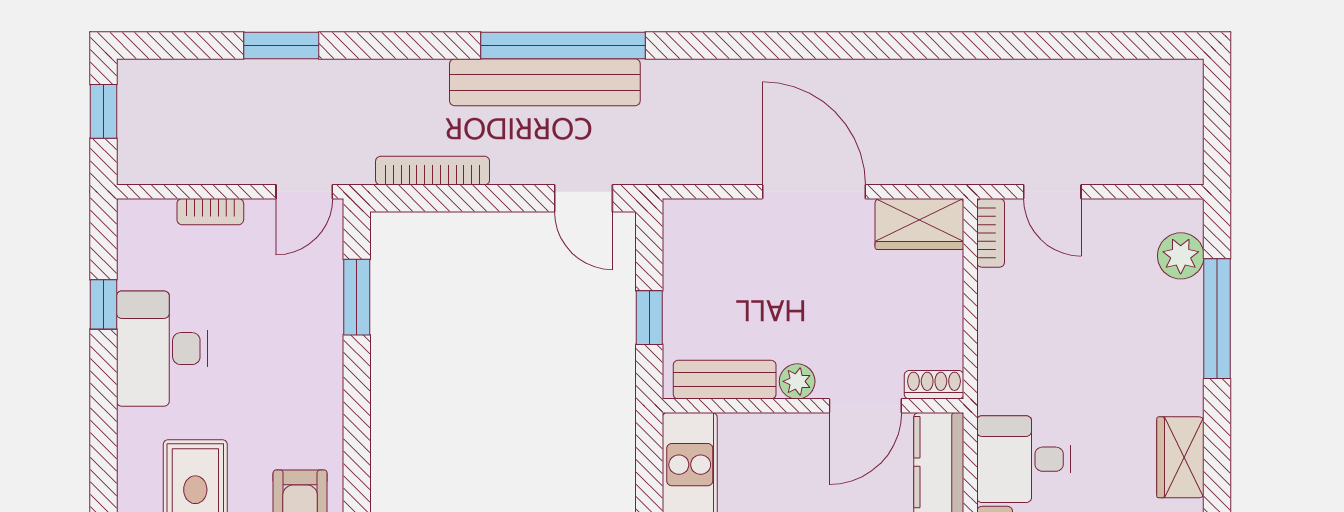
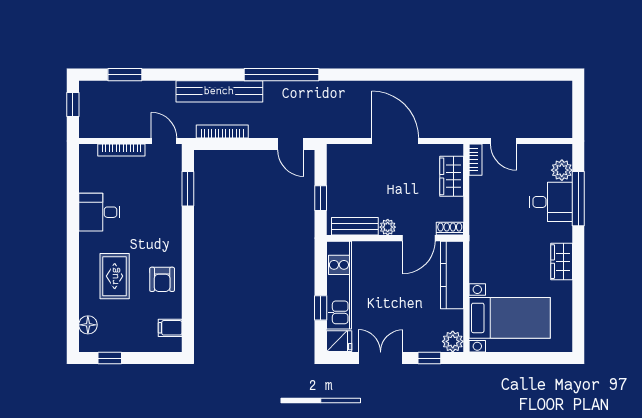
window: (281, 45) -> (125, 75), moved
bench: (545, 82) -> (219, 91), moved
door: (304, 192) -> (164, 141), swing flipped
bookcase: (210, 212) -> (121, 150), width x1.56
wardrobe: (919, 224) -> (452, 176), moved, turned 90
window: (103, 304) -> (73, 192), removed
desk: (162, 349) -> (99, 212), width x0.73
desk: (1024, 459) -> (551, 202), moved, turned 180

